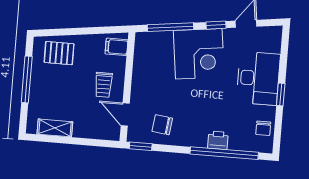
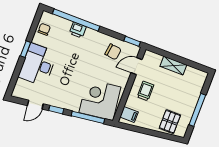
pallet: (59, 53) -> (170, 122), turned 90
corner desk: (199, 54) -> (100, 100), moved
door: (125, 114) -> (136, 66), swing flipped
shelving: (55, 128) -> (173, 66), moved

